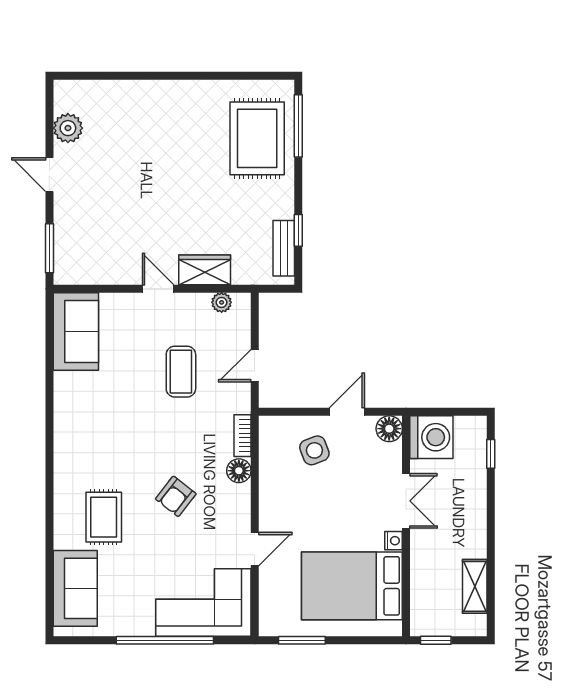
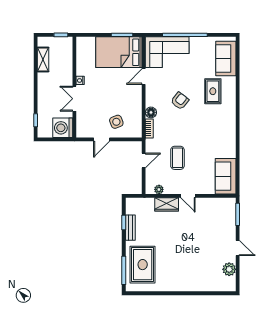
bench: (284, 248) -> (130, 228), moved
floor lamp: (389, 429) -> (82, 132), removed
bed: (352, 586) -> (119, 52), moved, turned 180

